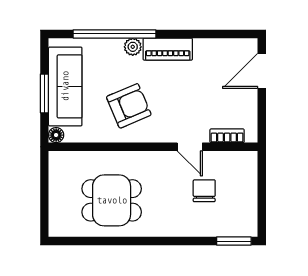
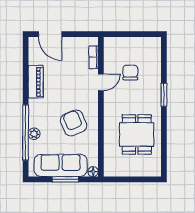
plant: (133, 47) -> (34, 134), moved
piano: (168, 49) -> (36, 82), moved
chair: (204, 191) -> (130, 73), turned 90
window: (234, 241) -> (164, 95), moved

